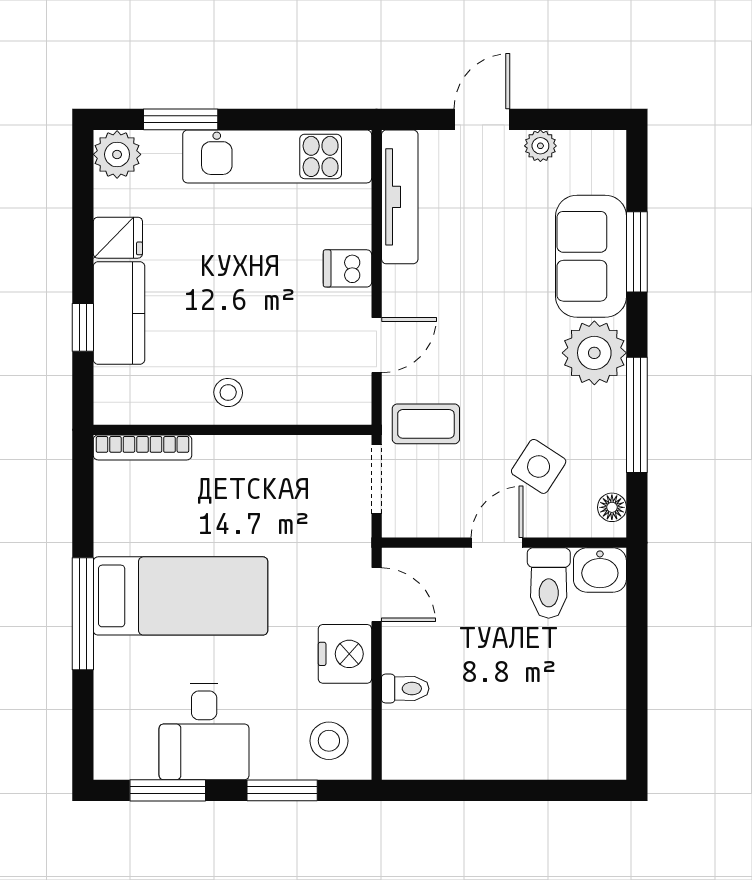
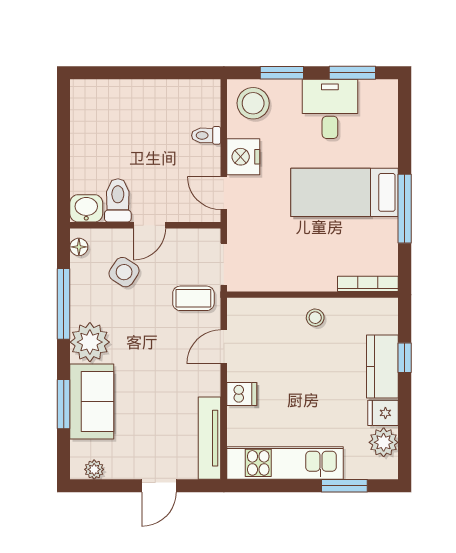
plant: (540, 146) -> (94, 469), moved
plant: (117, 154) -> (384, 442), moved
window: (83, 614) -> (405, 209), moved
stool: (329, 741) -> (253, 103), width x1.38, depth x1.38

